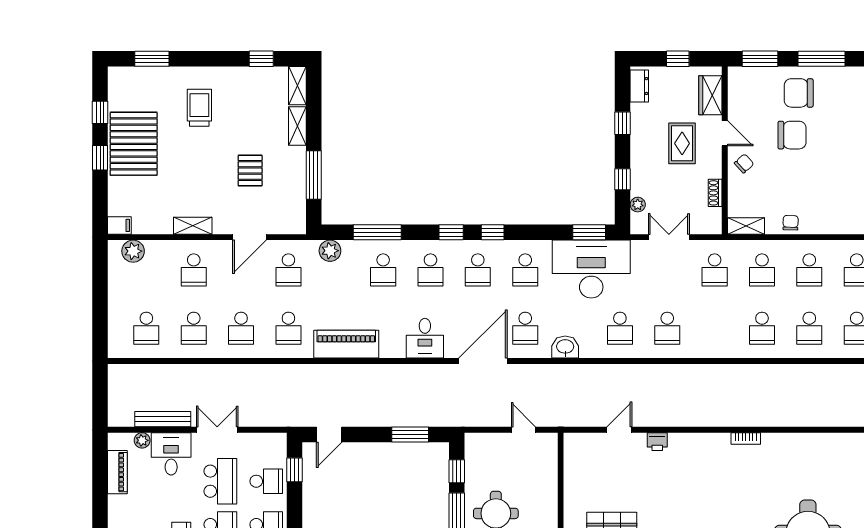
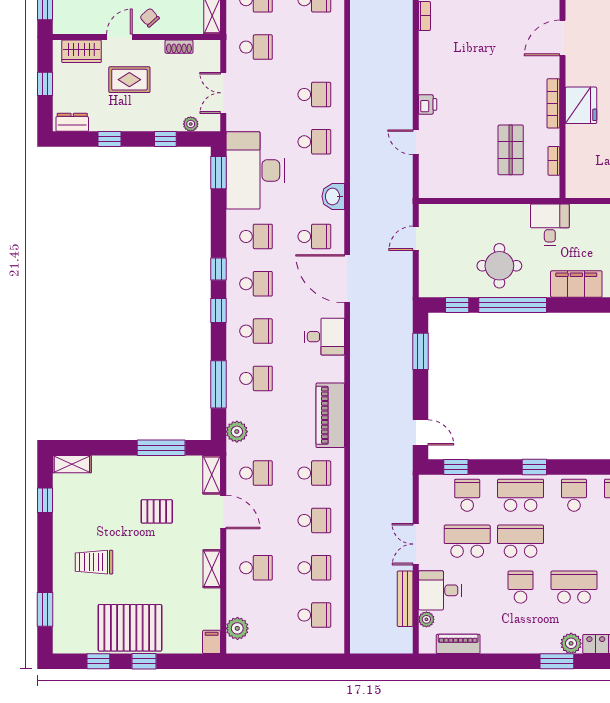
shelving: (297, 126) -> (212, 475), moved, turned 90

